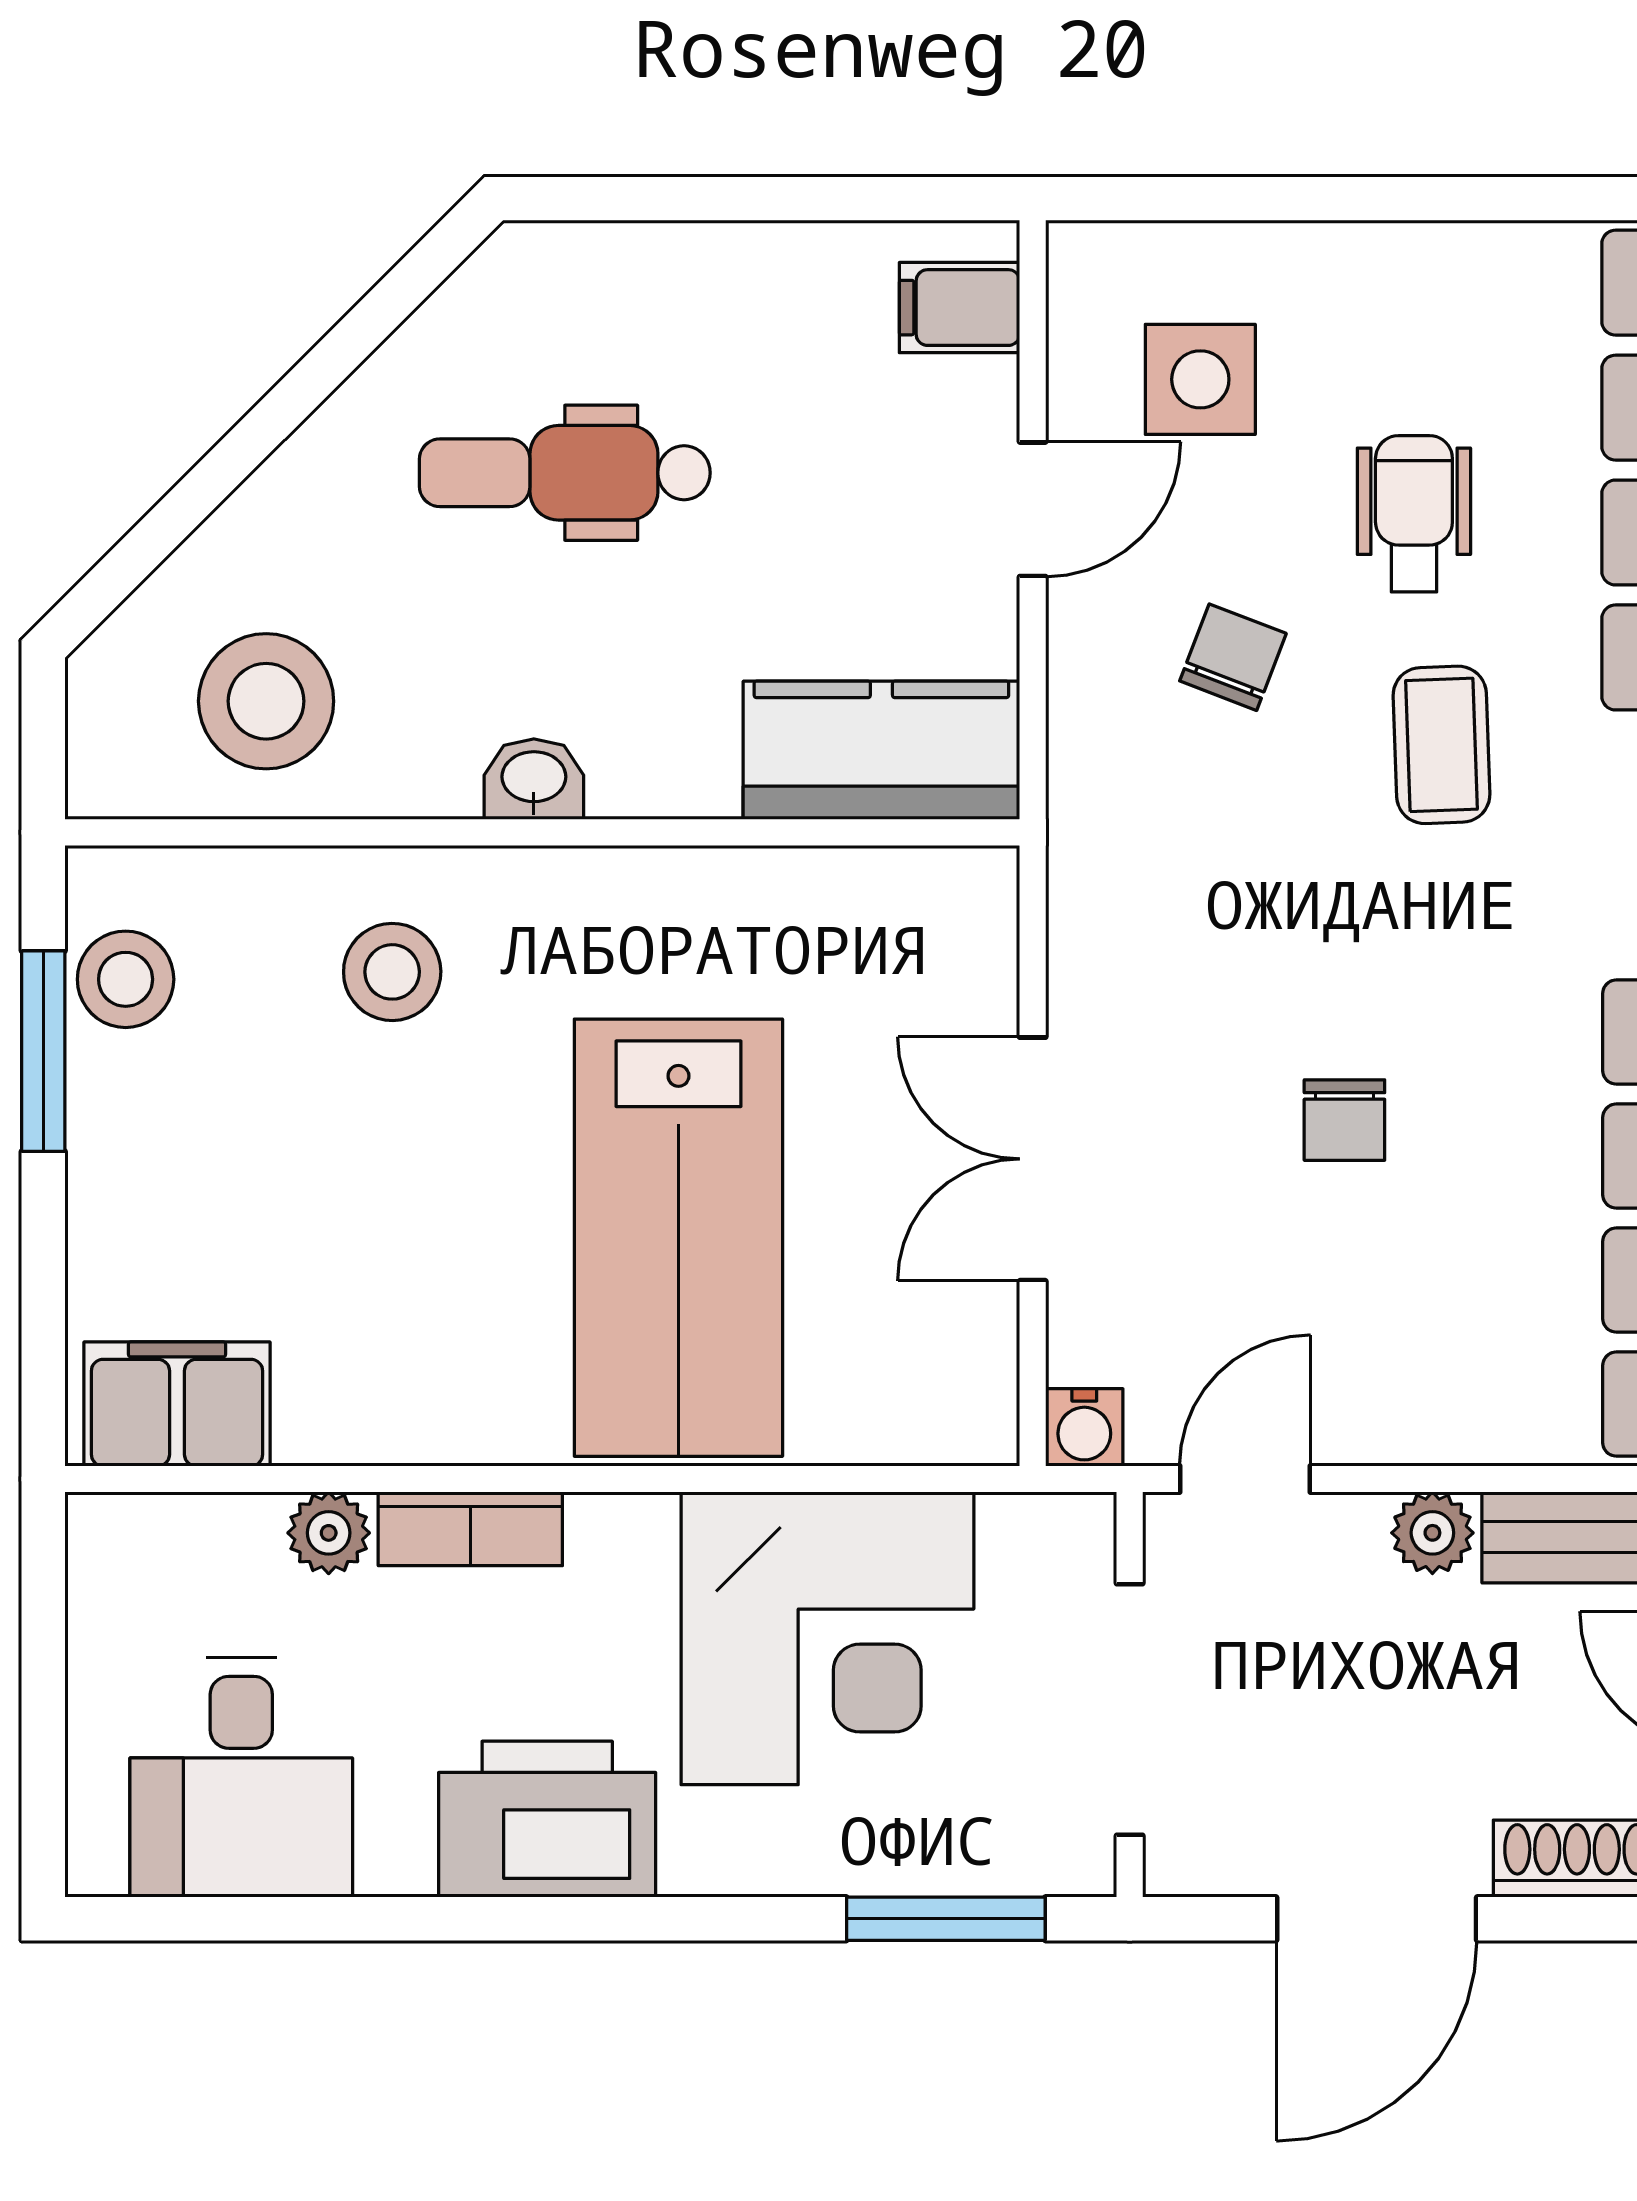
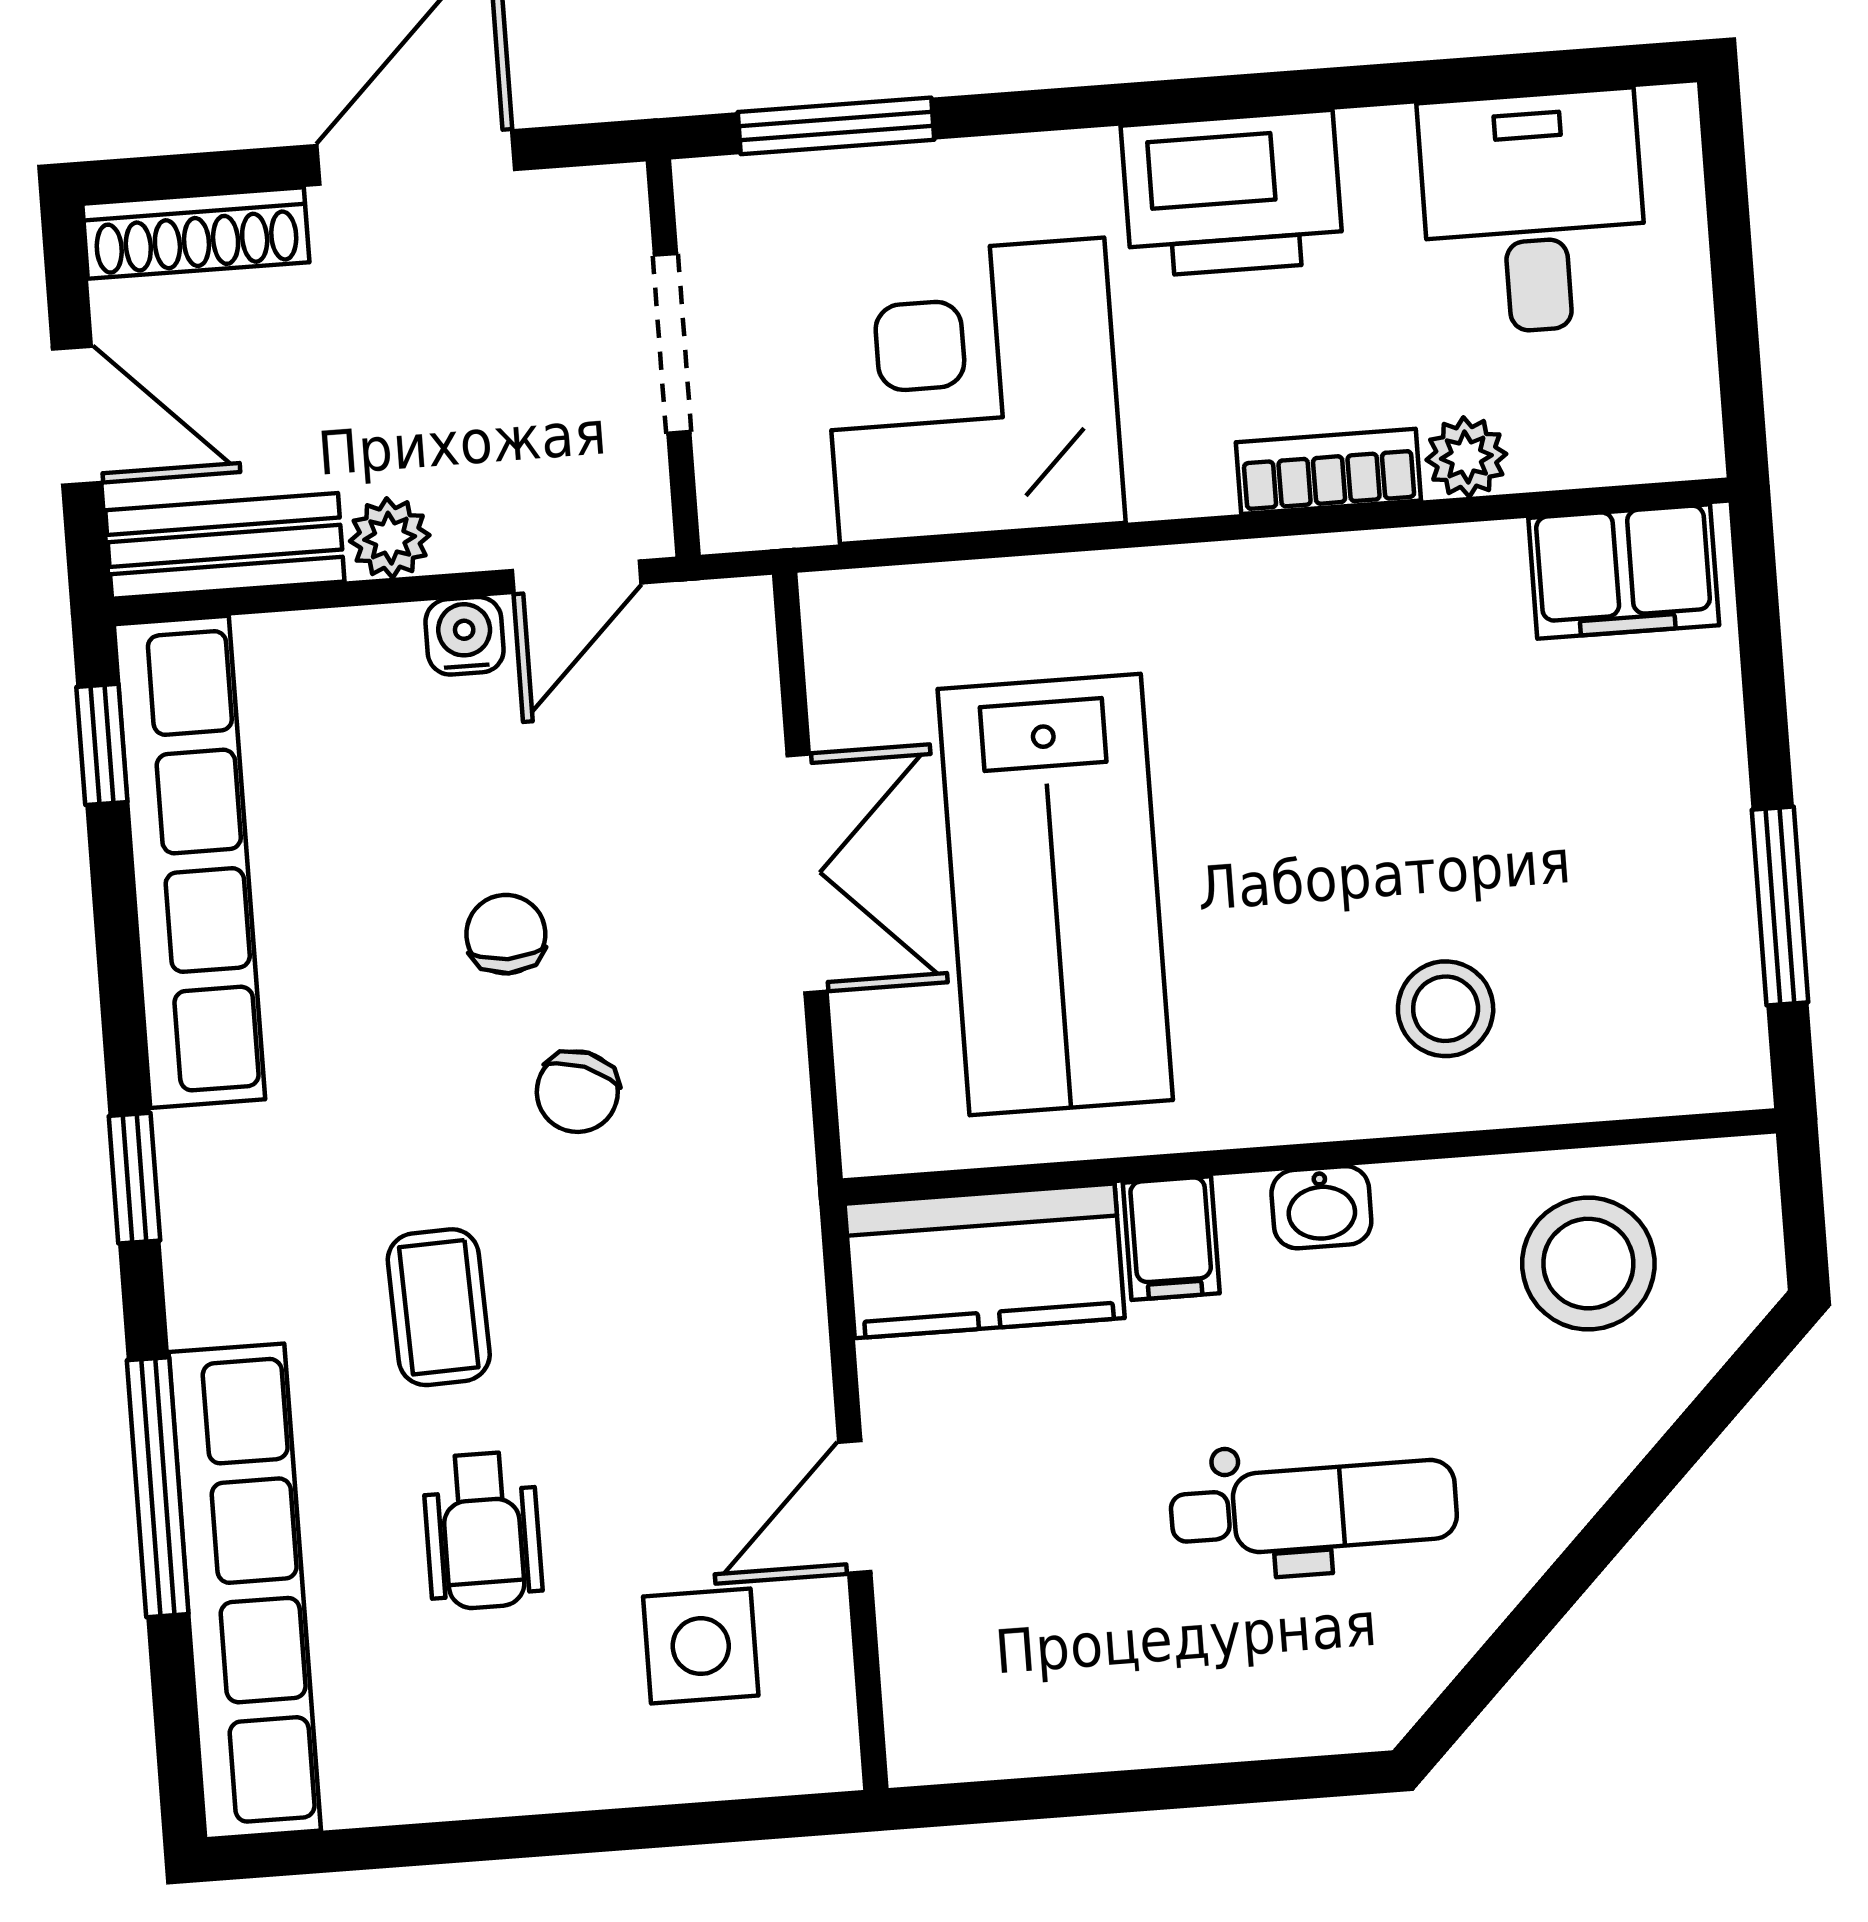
filing cabinet: (960, 308) -> (1171, 1238), moved, turned 90
chair: (1233, 657) -> (577, 1092), moved
stool: (126, 979) -> (1705, 982), removed
lab bench: (678, 1238) -> (1055, 894), moved, turned 180
water cooler: (1084, 1427) -> (465, 636), moved
doorway: (1130, 1710) -> (672, 343), width x0.73

